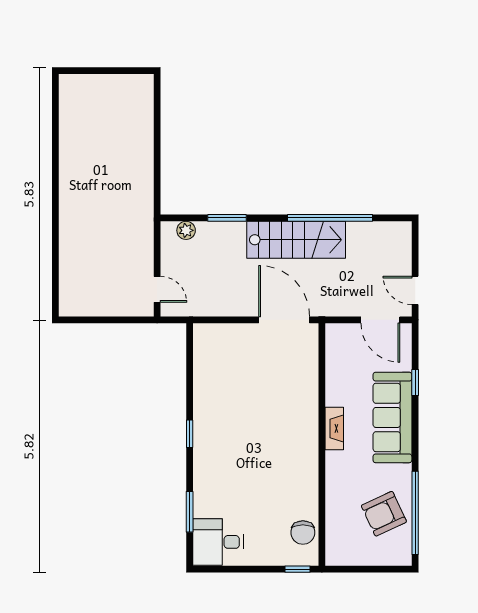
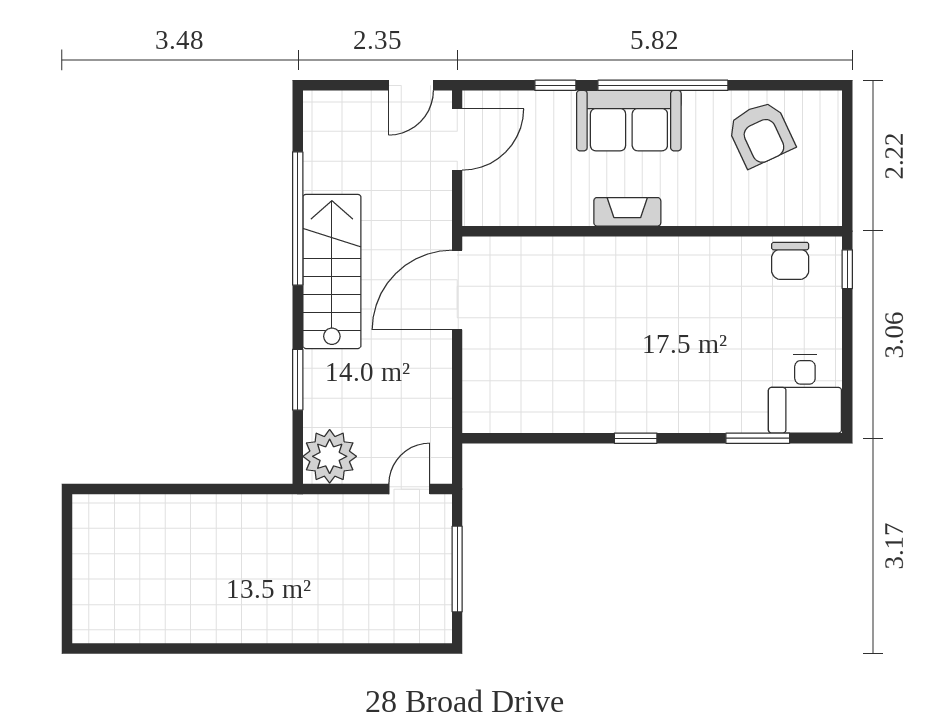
plant: (186, 230) -> (330, 456), width x1.87, depth x1.87
window: (106, 320) -> (457, 569), added
sofa: (392, 417) -> (629, 121), width x0.73
window: (415, 513) -> (663, 85), moved
chair: (303, 532) -> (790, 261), turned 90

